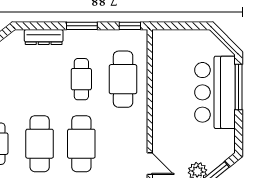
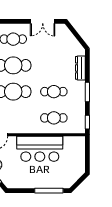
cafe table: (123, 79) -> (54, 118), width x0.73, depth x0.74
bar counter: (215, 92) -> (40, 149), moved, turned 180

